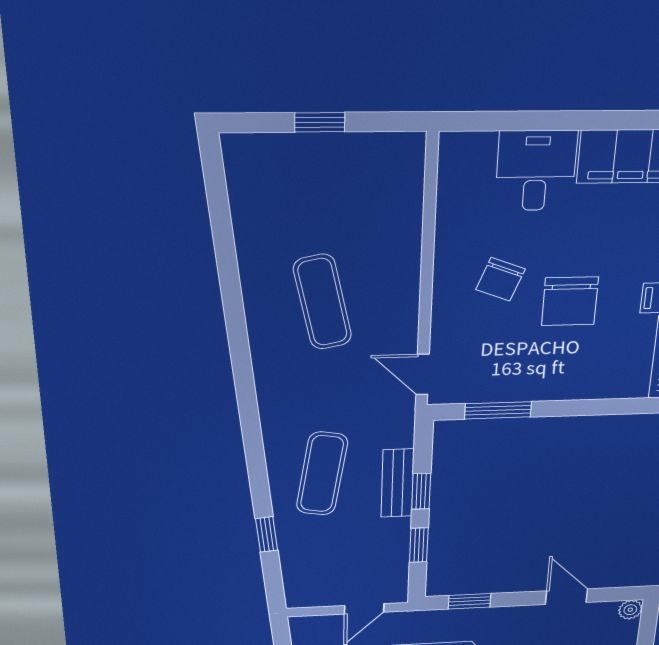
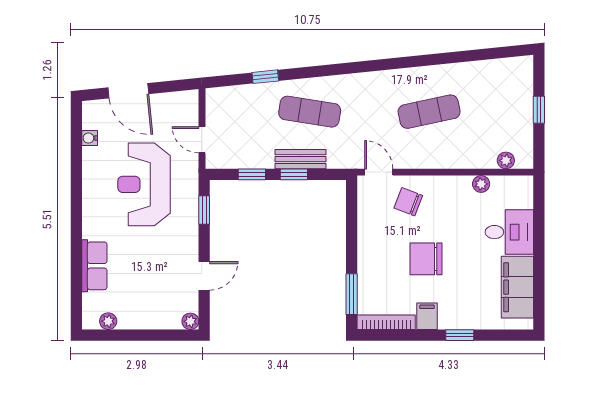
plant: (410, 178) -> (506, 160), added
plant: (450, 218) -> (481, 184), added
chair: (500, 279) -> (408, 202), moved
door: (423, 374) -> (379, 172), hinge flipped
window: (498, 410) -> (352, 294), moved

